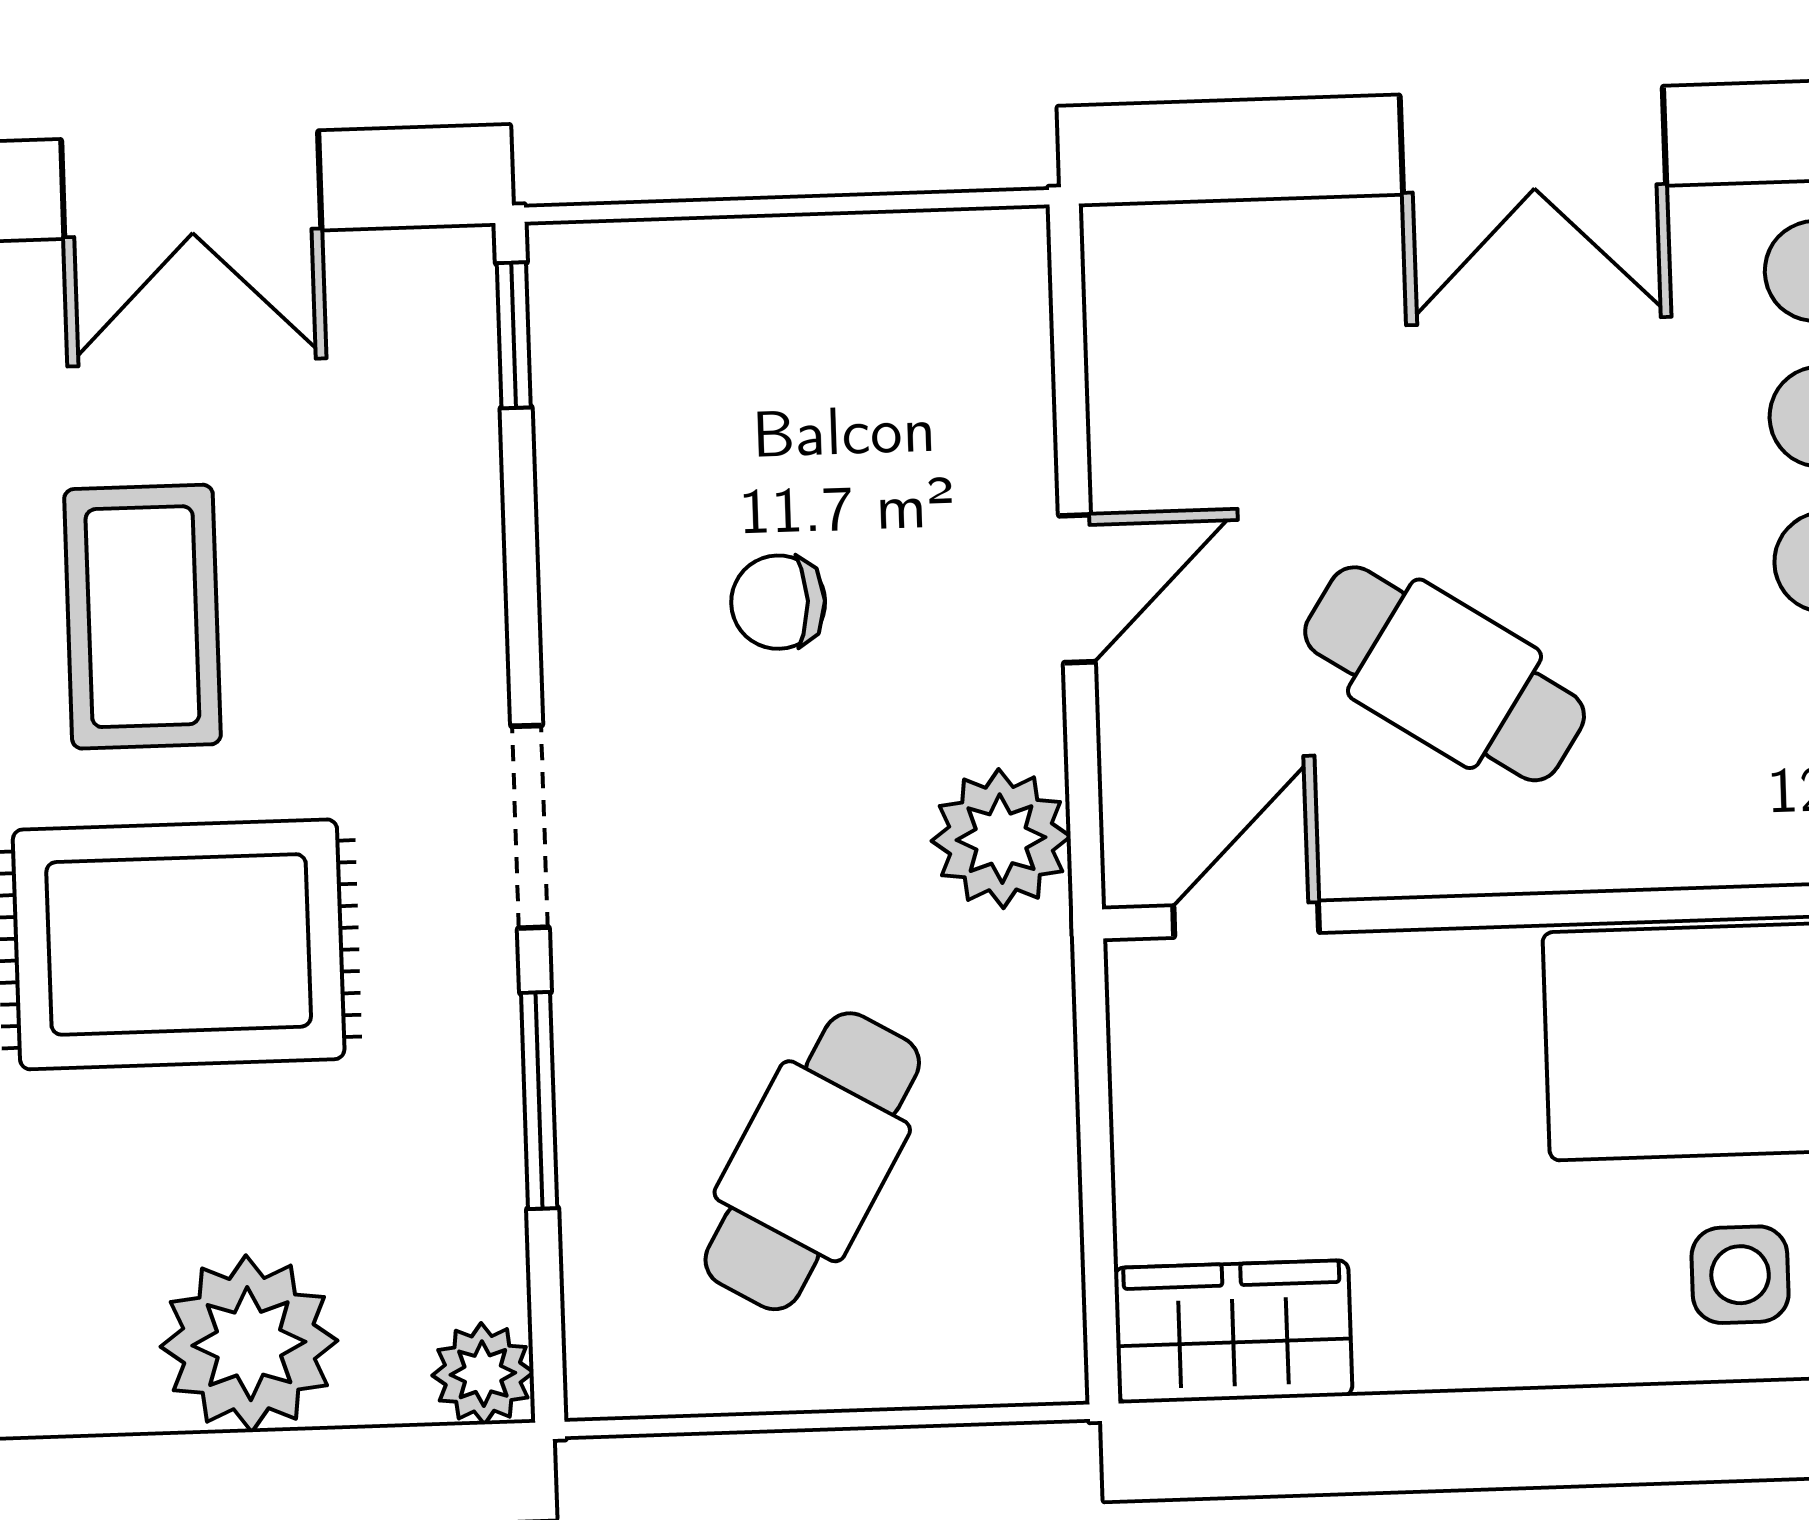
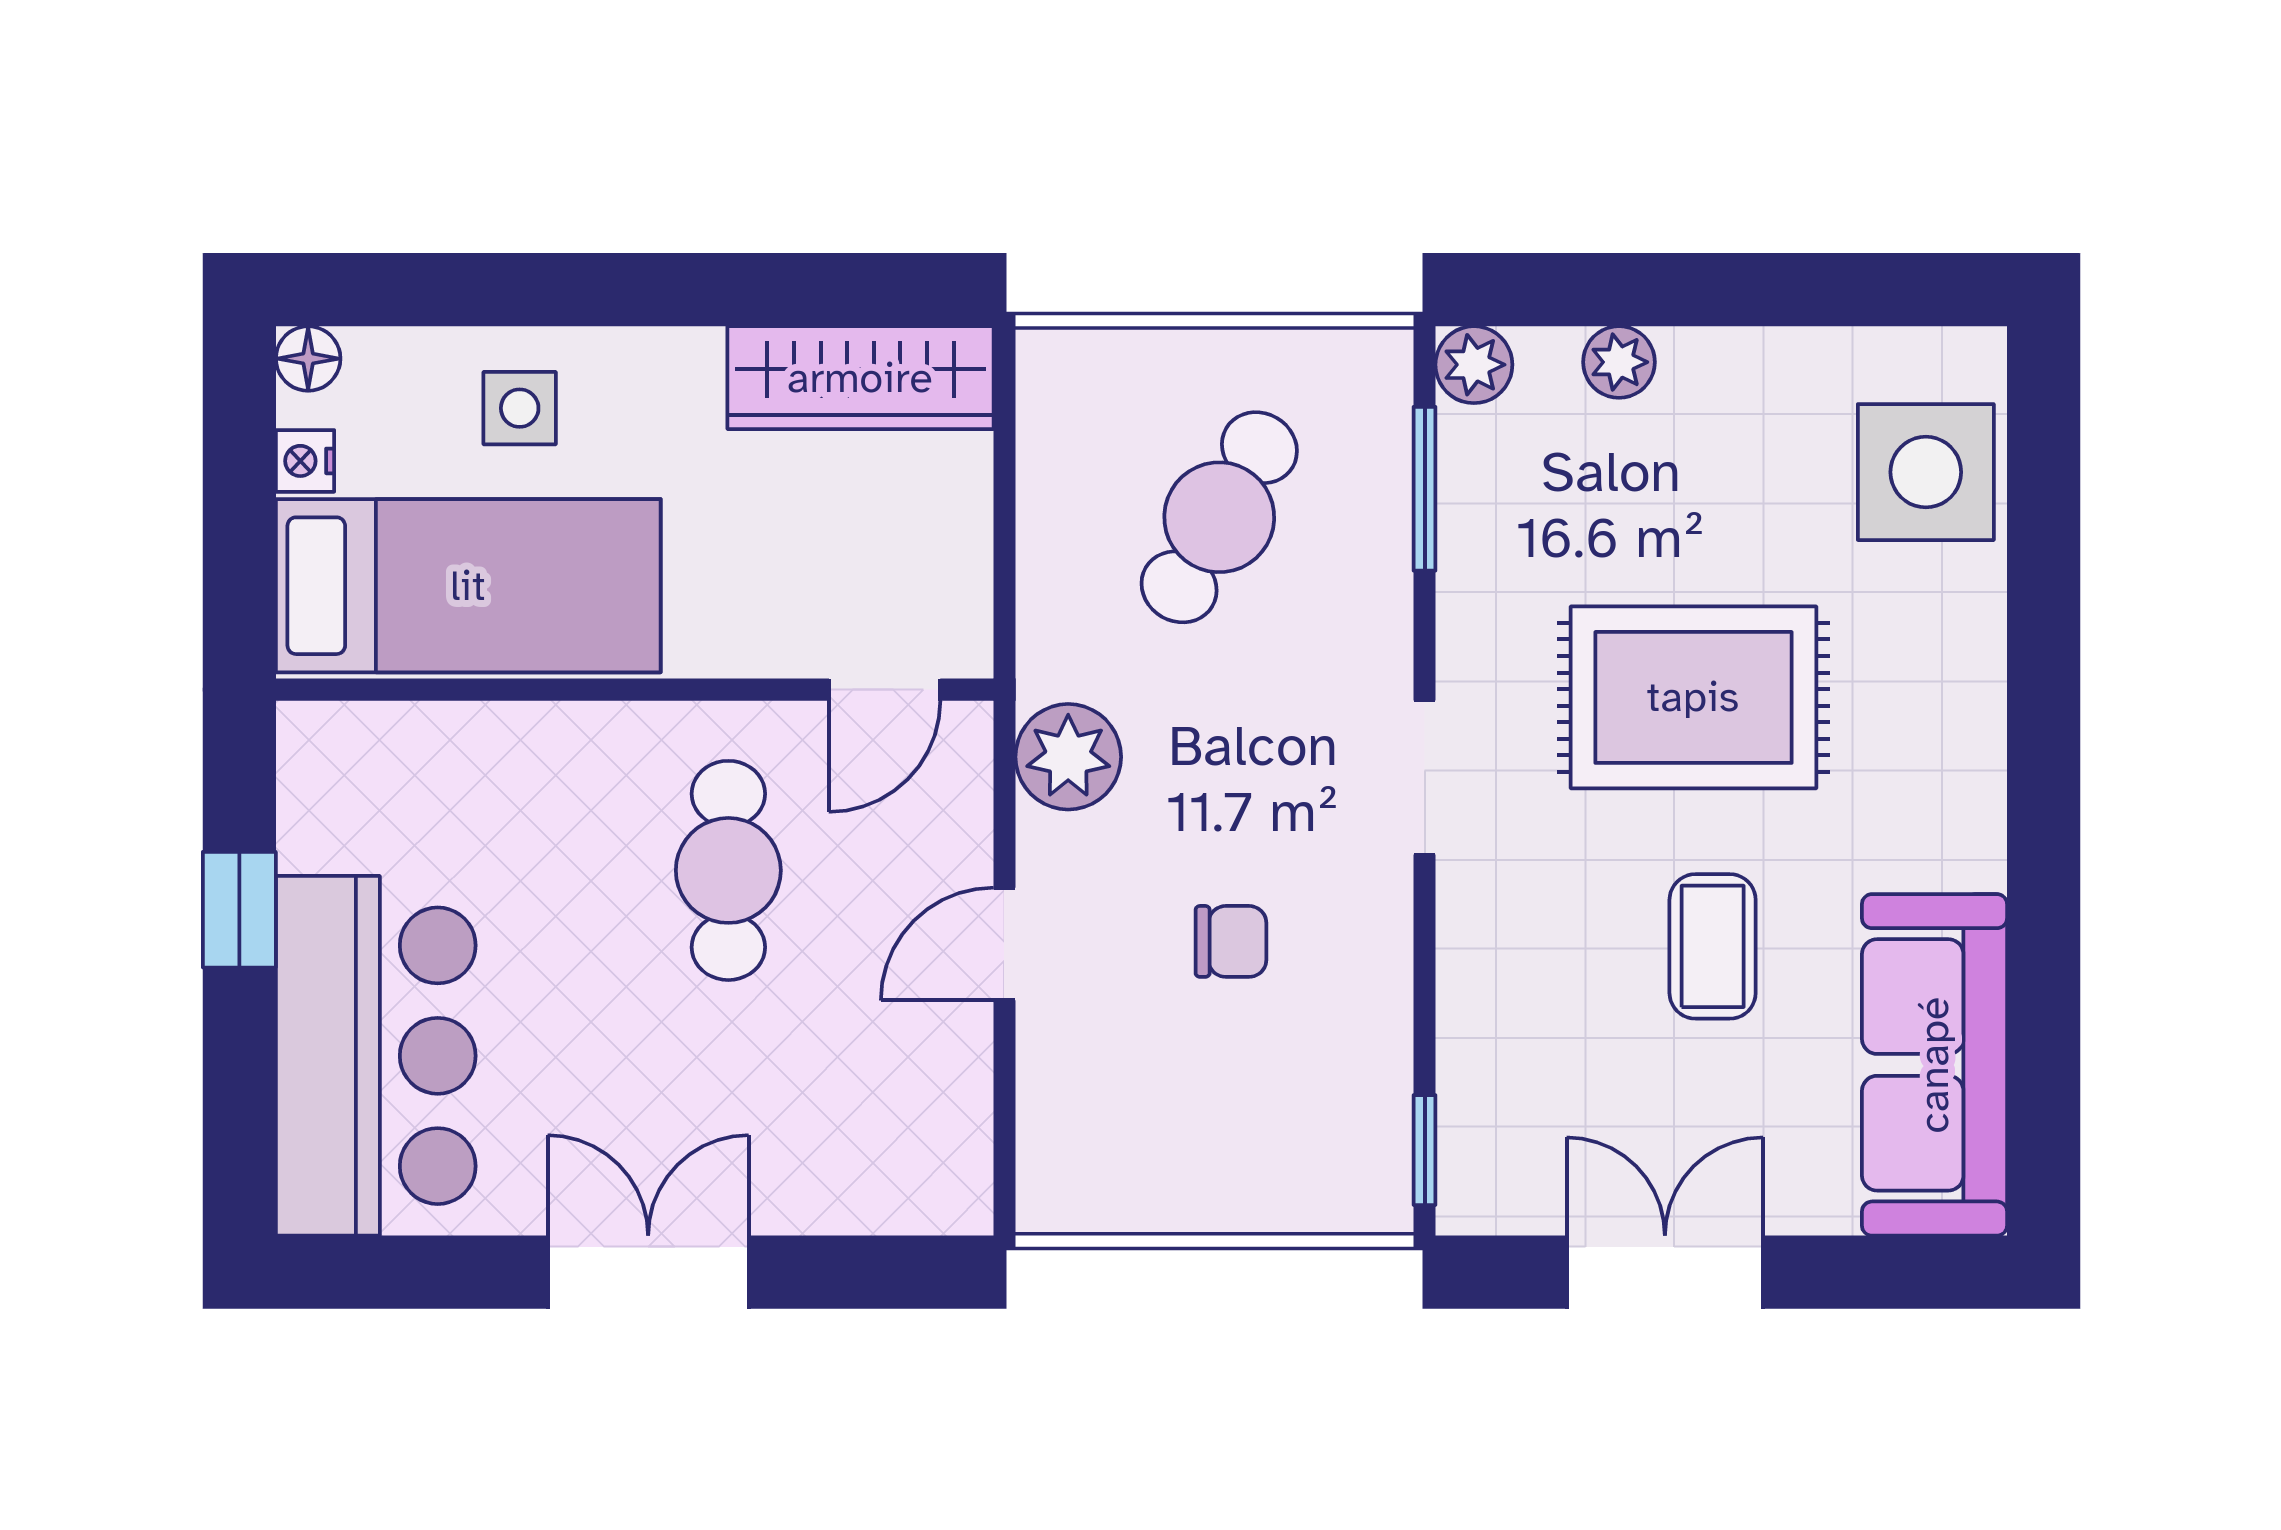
coffee table: (142, 617) -> (1713, 946), width x0.73, depth x0.77
cafe table: (1445, 674) -> (728, 870), turned 57
window: (539, 1100) -> (1425, 489), moved
wardrobe: (1233, 1332) -> (860, 378), width x1.50
plant: (249, 1344) -> (1619, 362), width x0.53, depth x0.53

